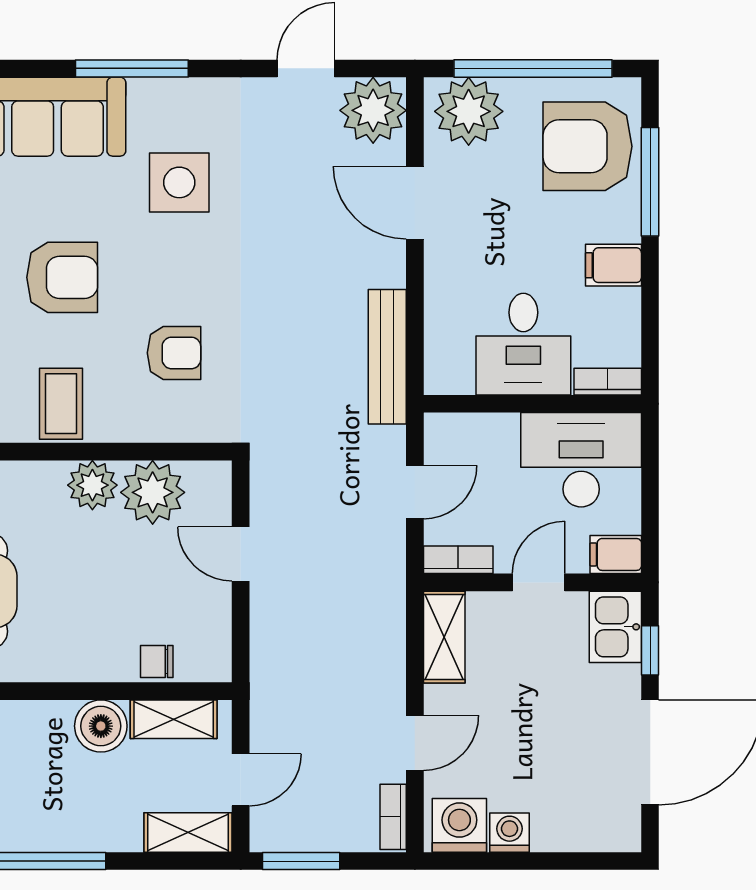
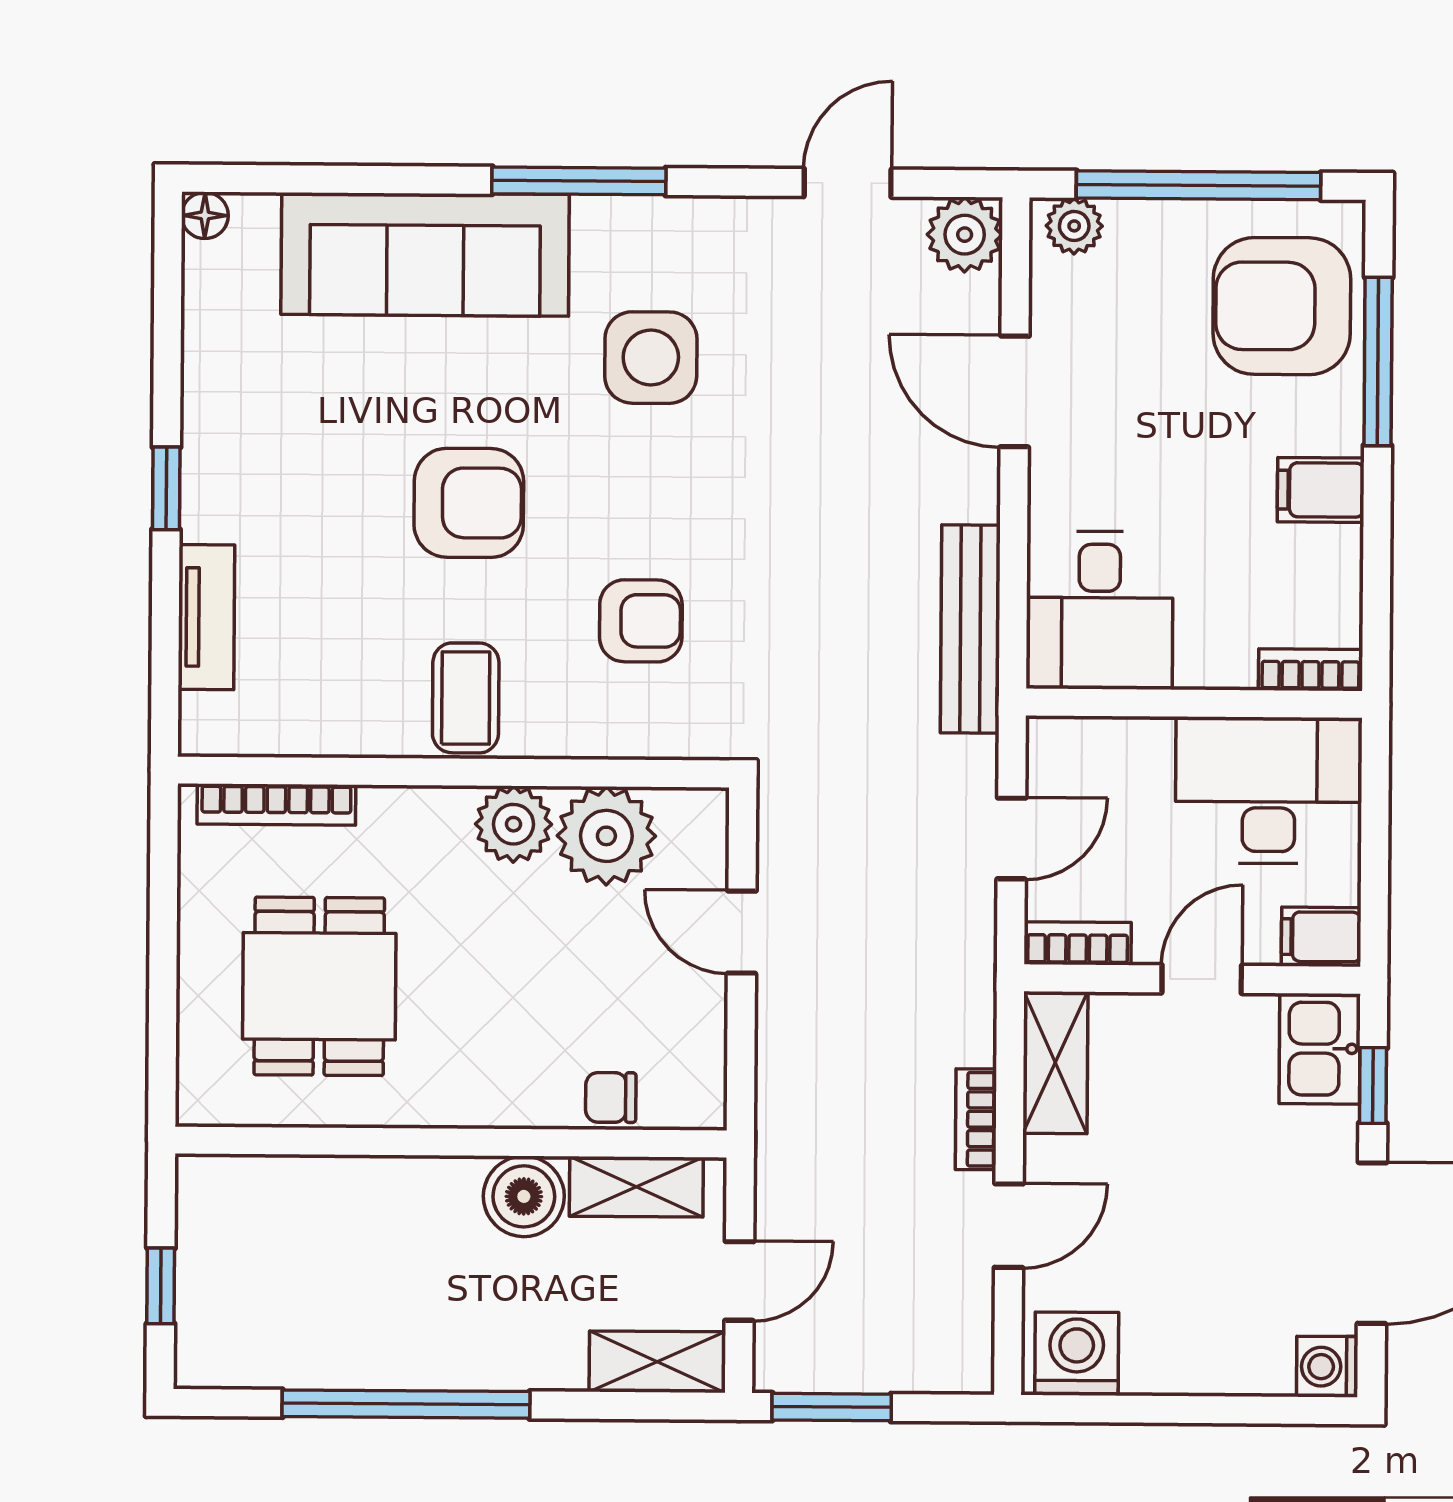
plant: (373, 110) -> (965, 235), width x0.73, depth x0.73
plant: (469, 111) -> (1074, 226), width x0.53, depth x0.53
desk: (523, 344) -> (1100, 610), moved
bookcase: (393, 817) -> (976, 1119), moved
washing machine: (509, 833) -> (1327, 1367), moved, turned -90

